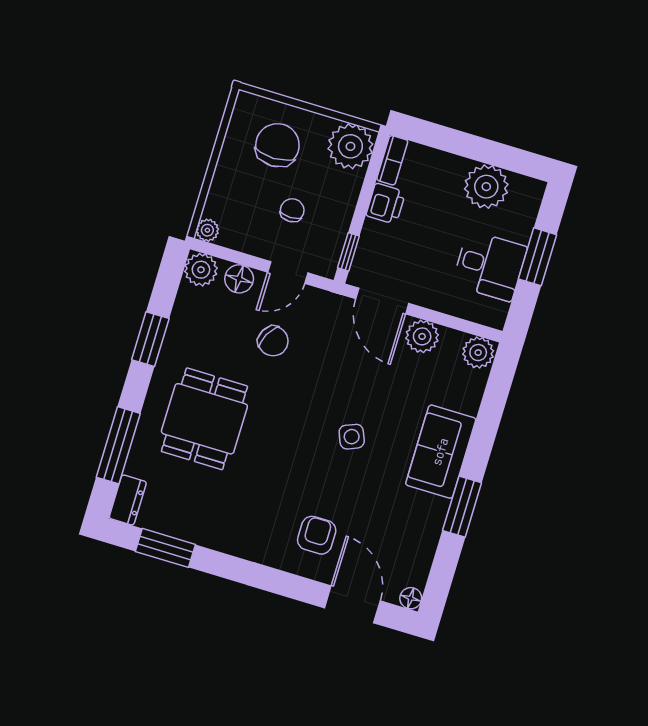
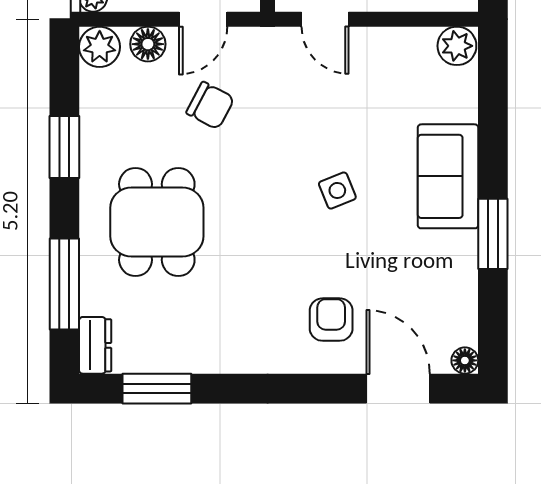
door: (382, 301) -> (325, 19), width x0.73
plant: (422, 336) -> (385, 47), removed

